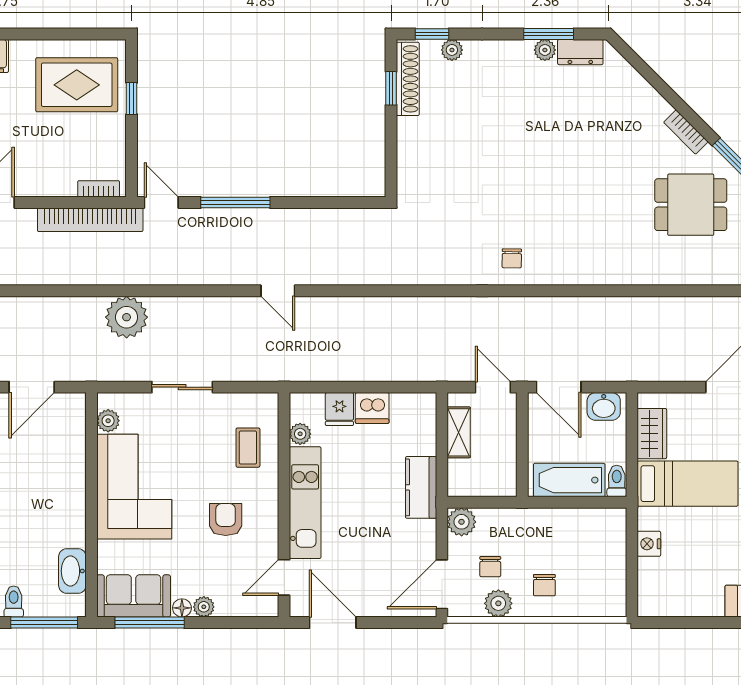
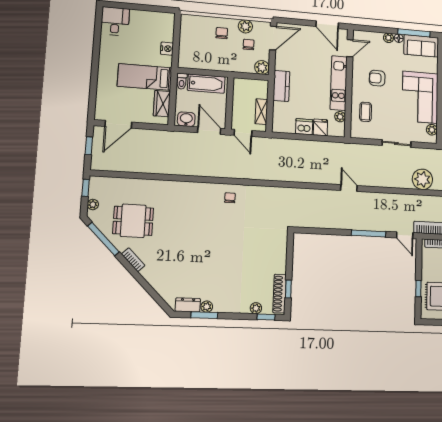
armchair: (226, 519) -> (377, 78), turned 90

